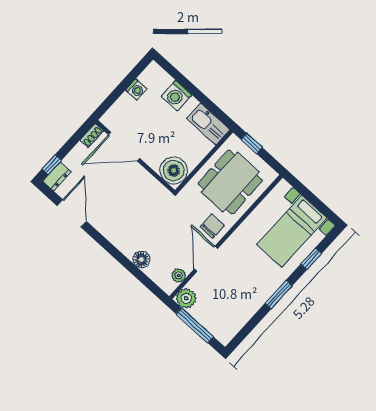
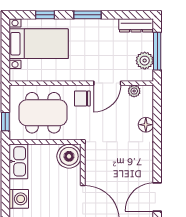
plant: (186, 298) -> (145, 61), moved
dresser: (233, 327) -> (136, 25), added

